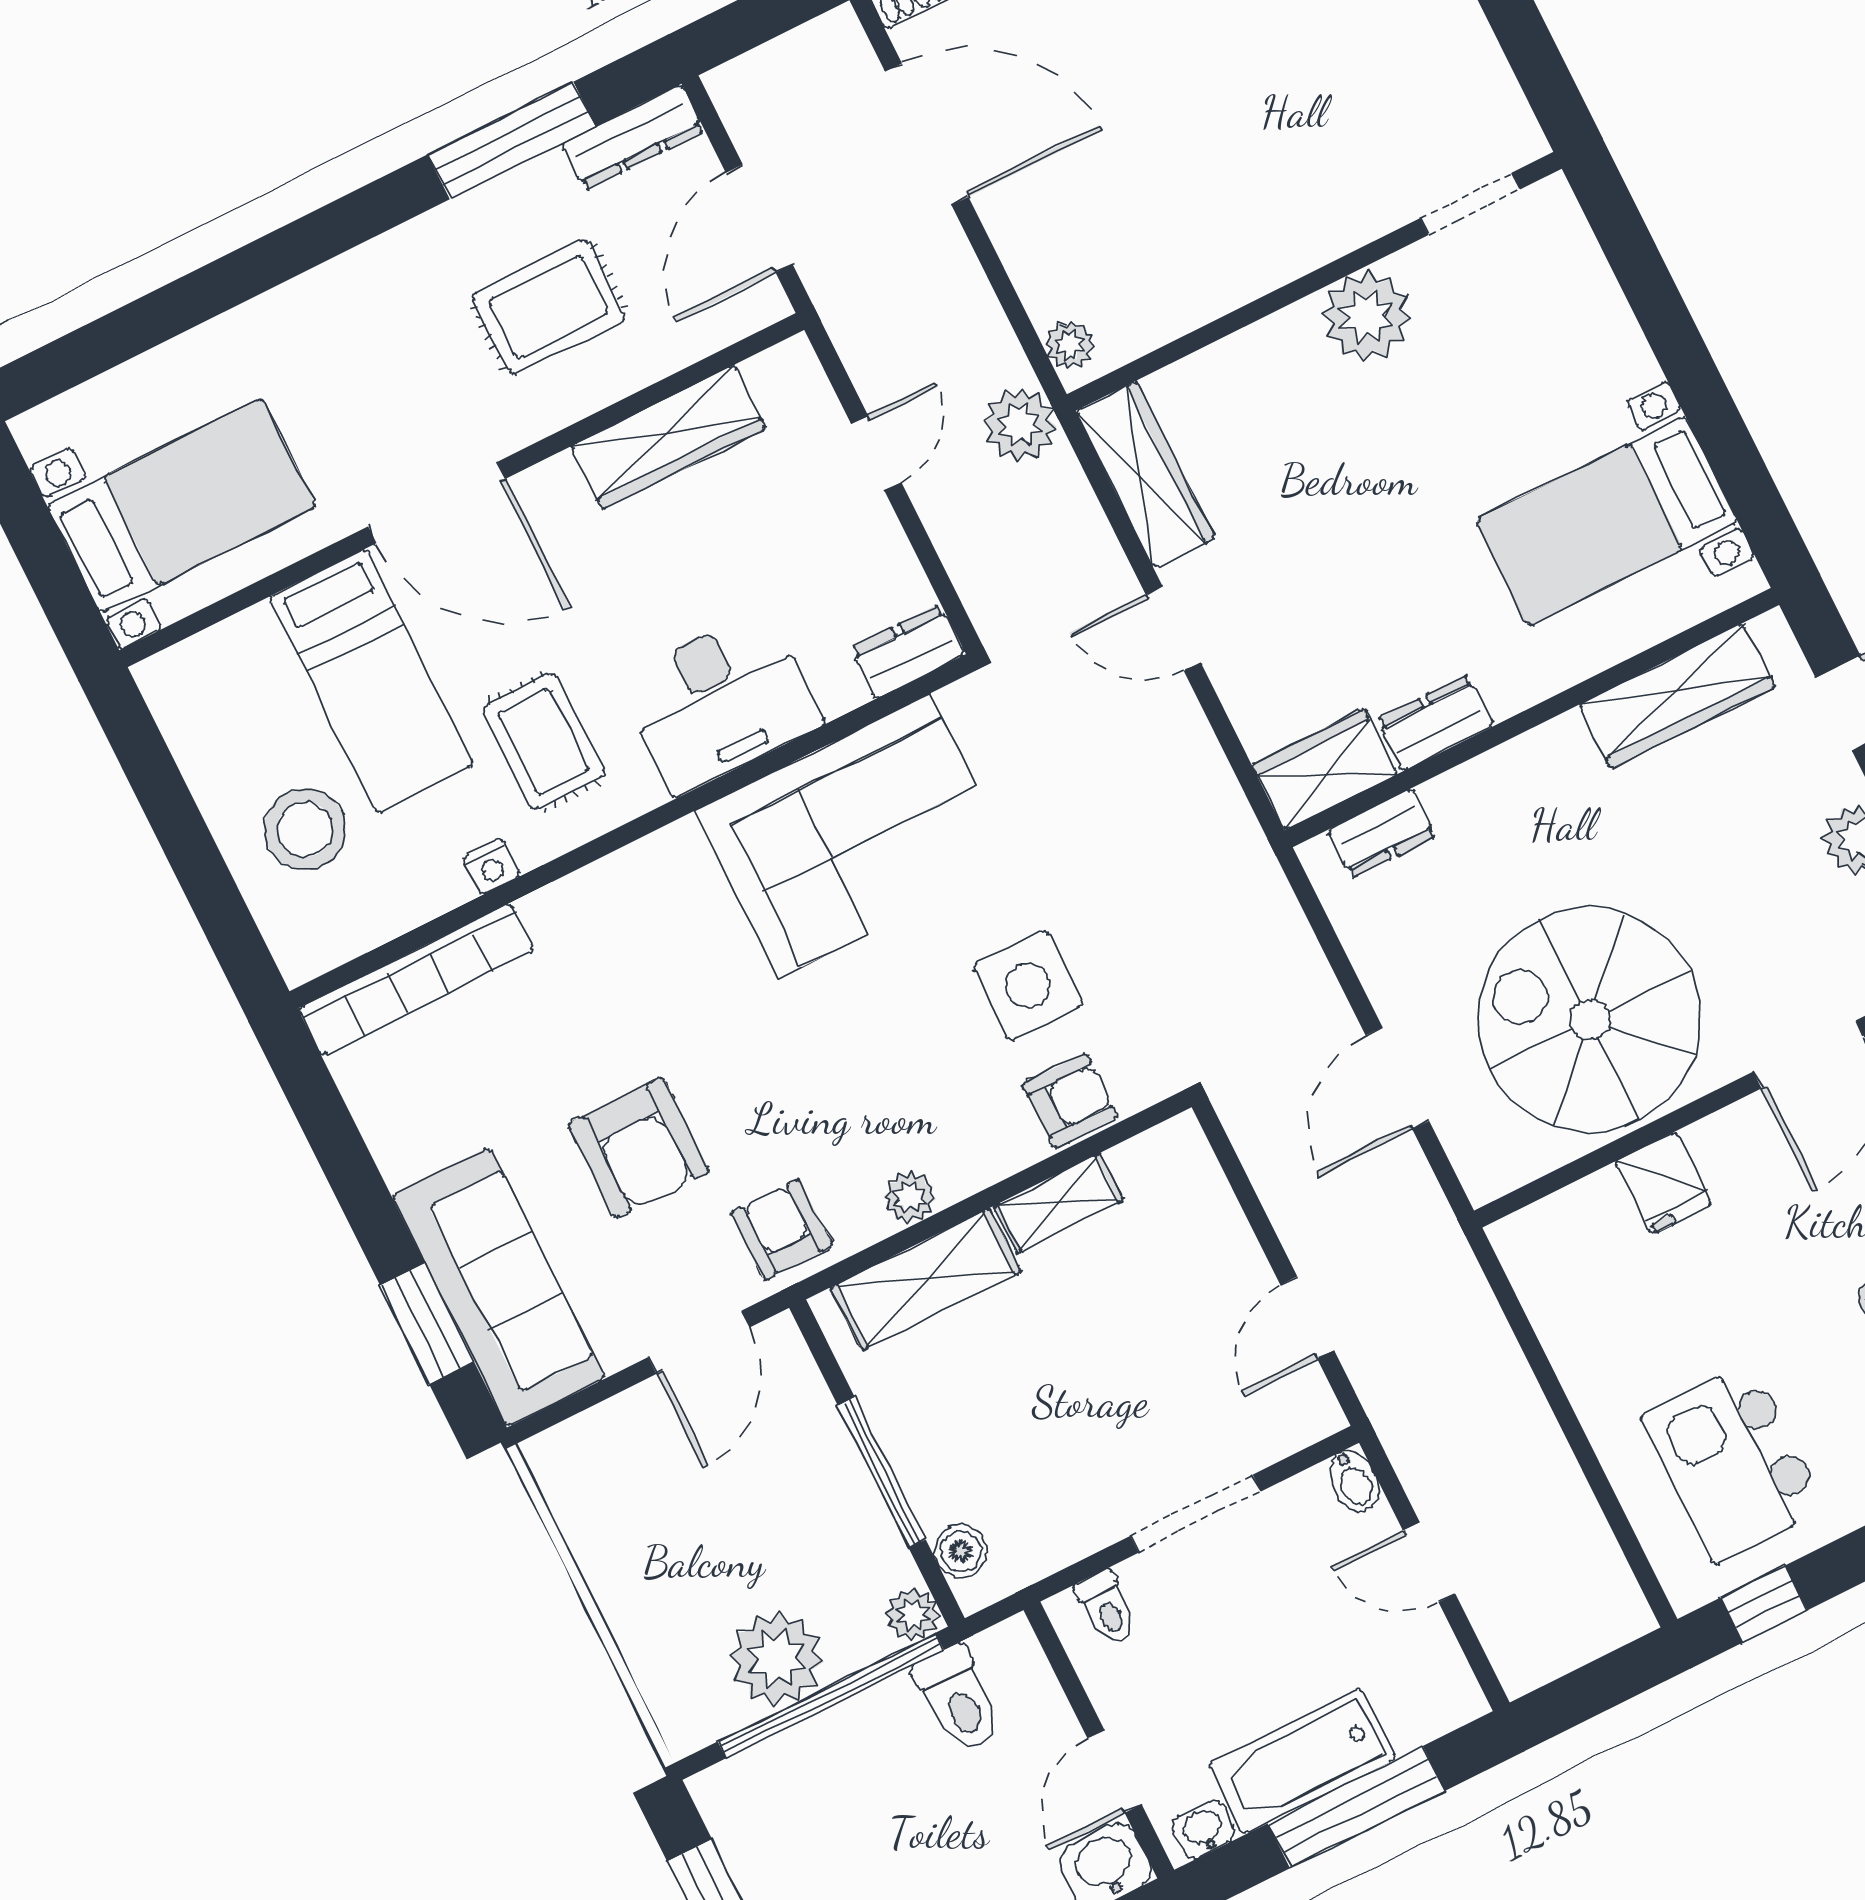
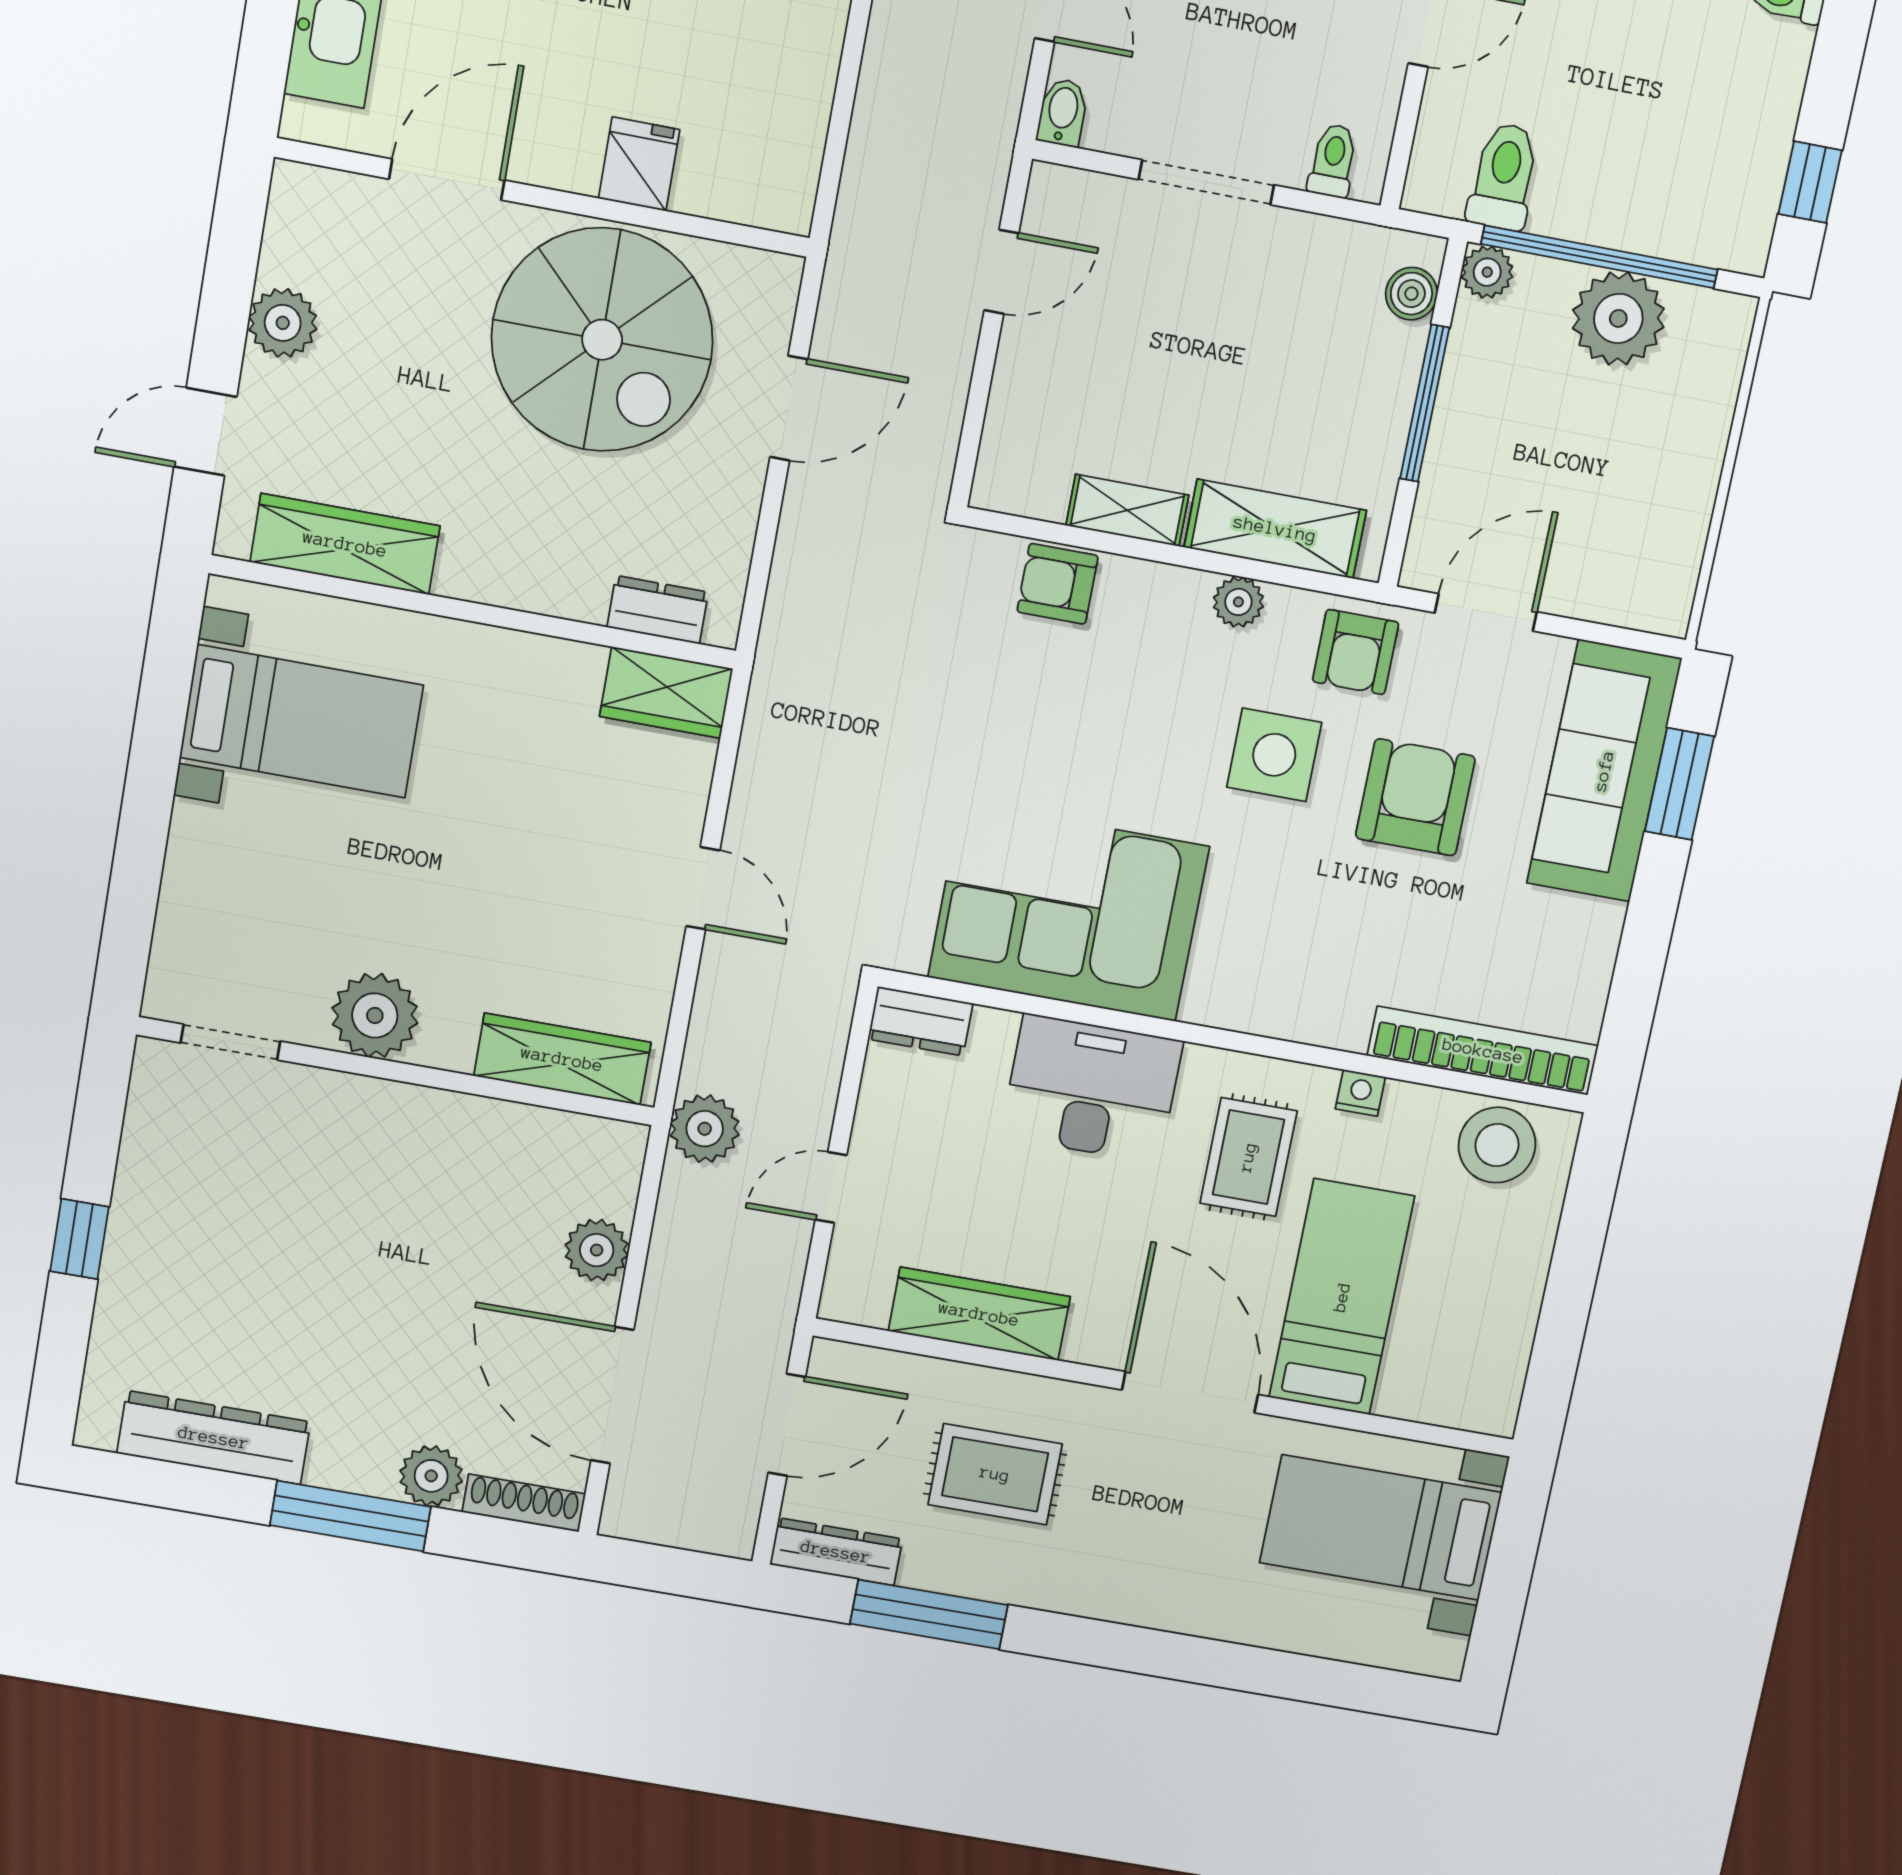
plant: (1070, 345) -> (597, 1250), moved, width x1.38, depth x1.38
wardrobe: (1145, 475) -> (562, 1059), moved, turned 90
dresser: (1435, 723) -> (552, 664), removed
stool: (305, 829) -> (1497, 1145), moved
side table: (1028, 985) -> (1274, 755), moved

